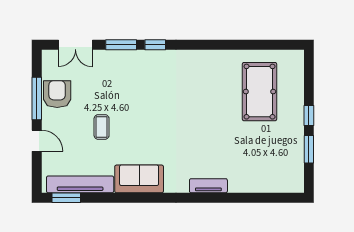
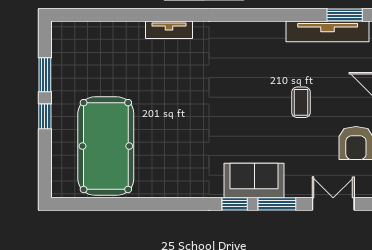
pool table: (260, 92) -> (106, 146), width x1.36, depth x1.32
sofa: (139, 179) -> (254, 181), moved, turned 180

